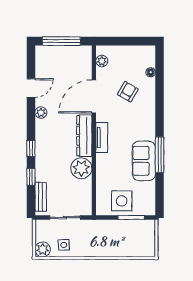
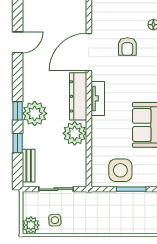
plant: (102, 61) -> (98, 12), removed
armchair: (128, 92) -> (127, 47), turned 150
plant: (41, 113) -> (35, 113), moved, width x1.87, depth x1.87

